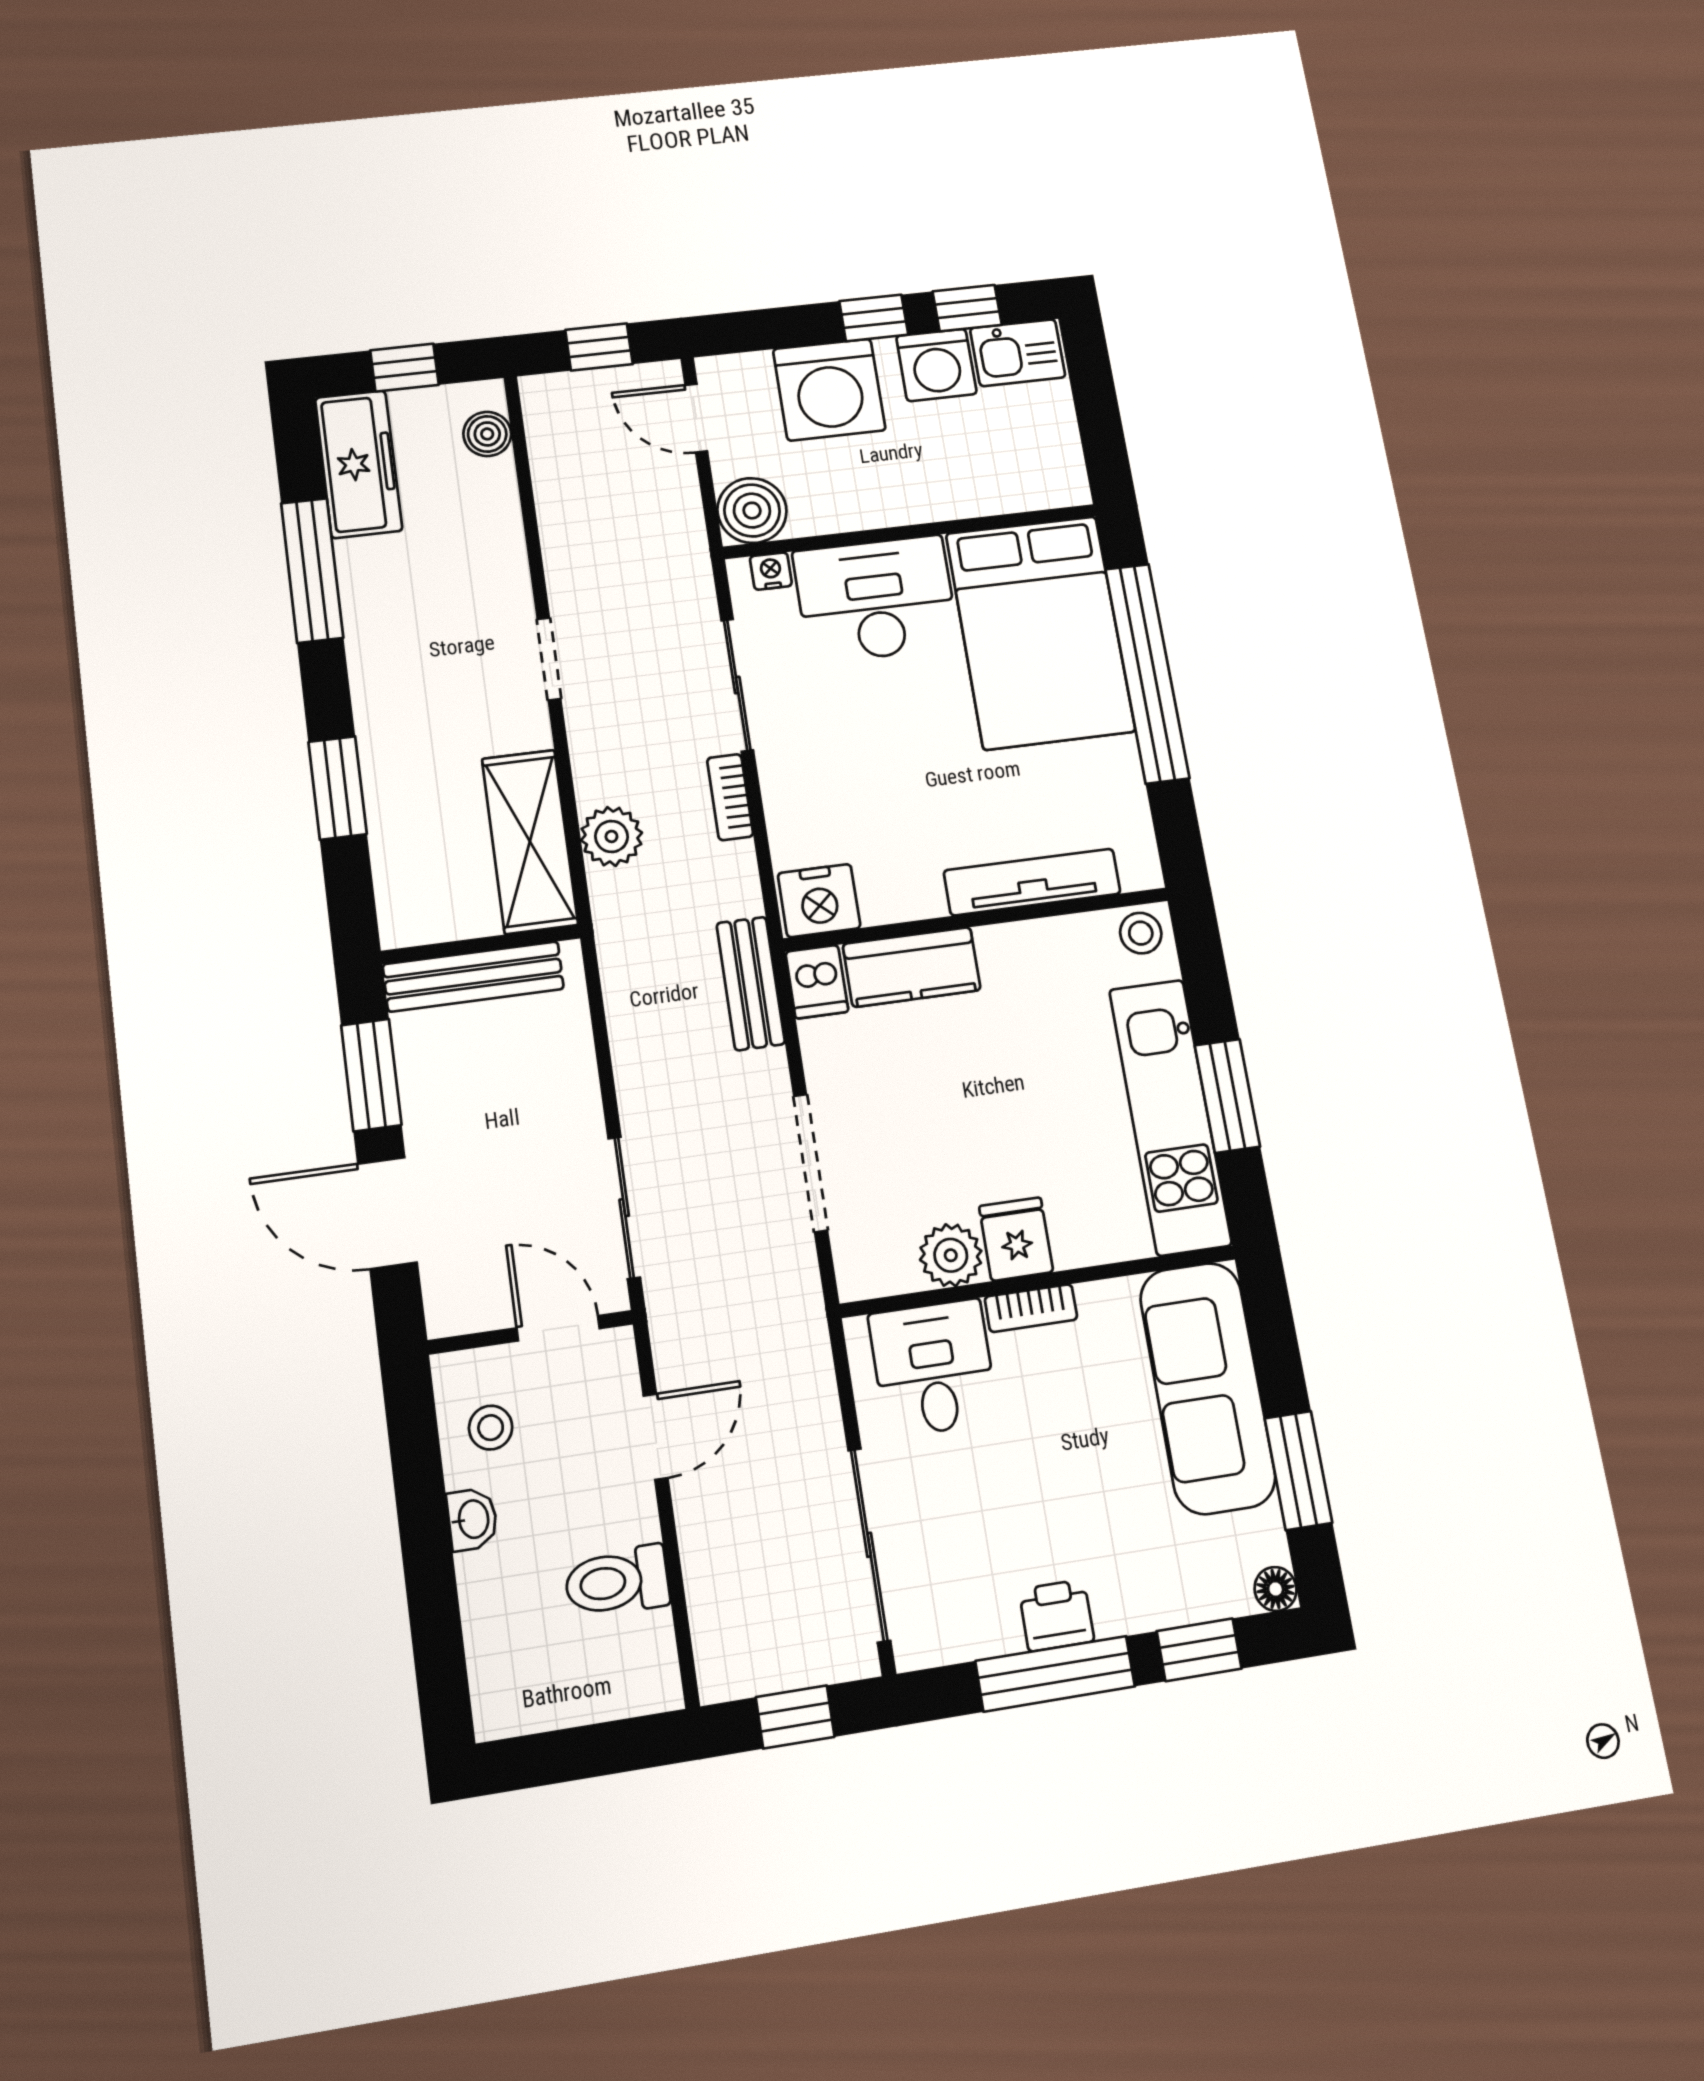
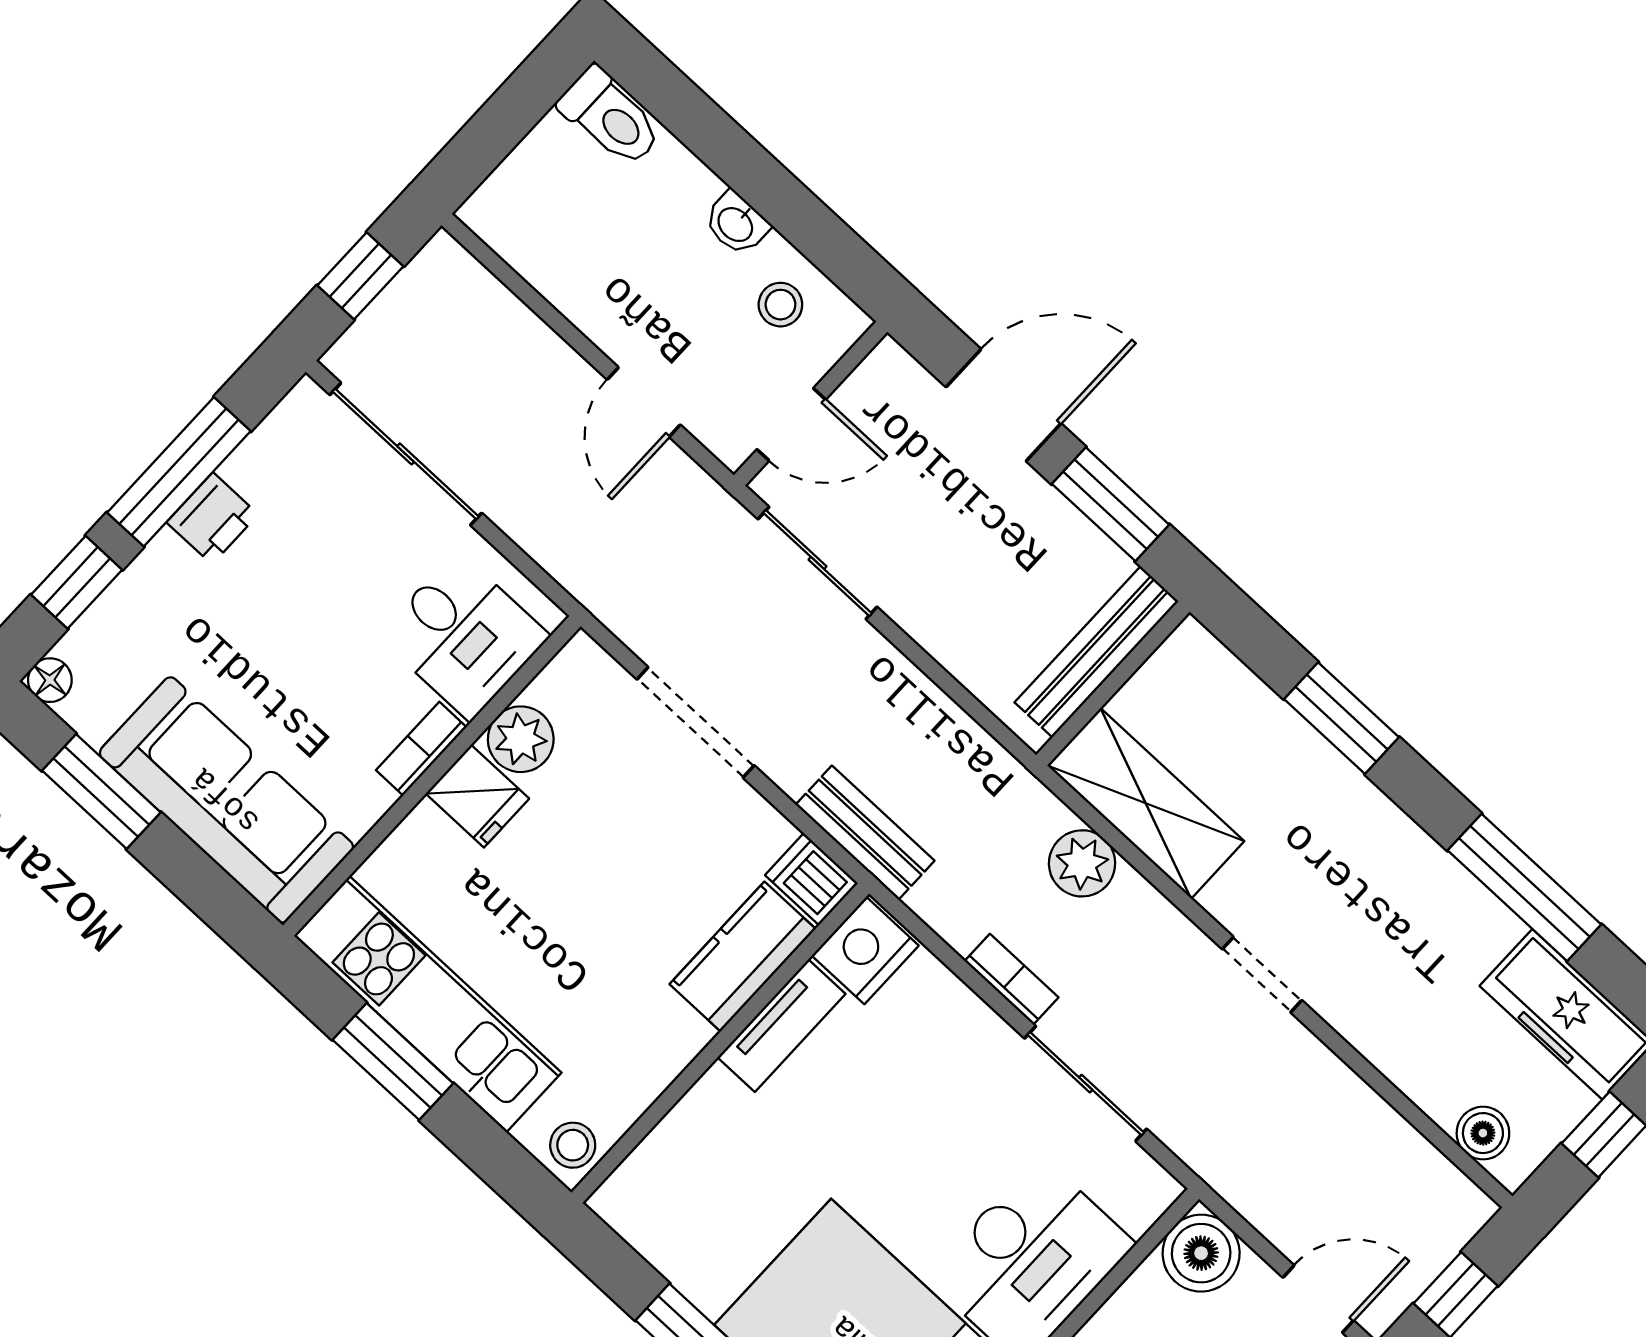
nightstand: (771, 571) -> (1140, 1211), removed
tv unit: (1032, 882) -> (782, 1026), moved, width x0.71
toilet: (617, 1581) -> (610, 117), moved, turned 90

